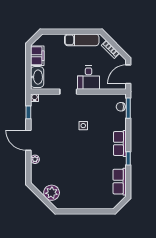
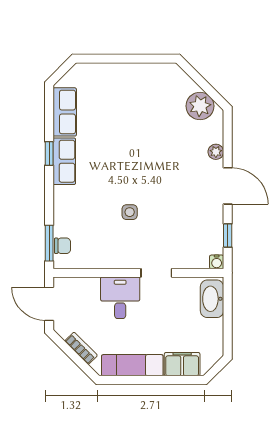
filing cabinet: (37, 56) -> (182, 364), moved, turned 90
door: (128, 74) -> (49, 304), swing flipped
row of seats: (120, 144) -> (64, 161), moved
plant: (52, 193) -> (200, 106), moved

